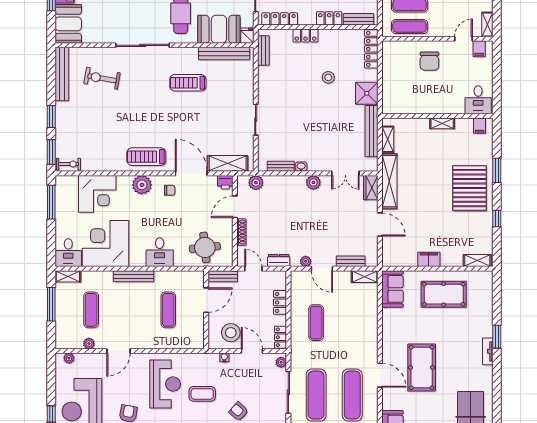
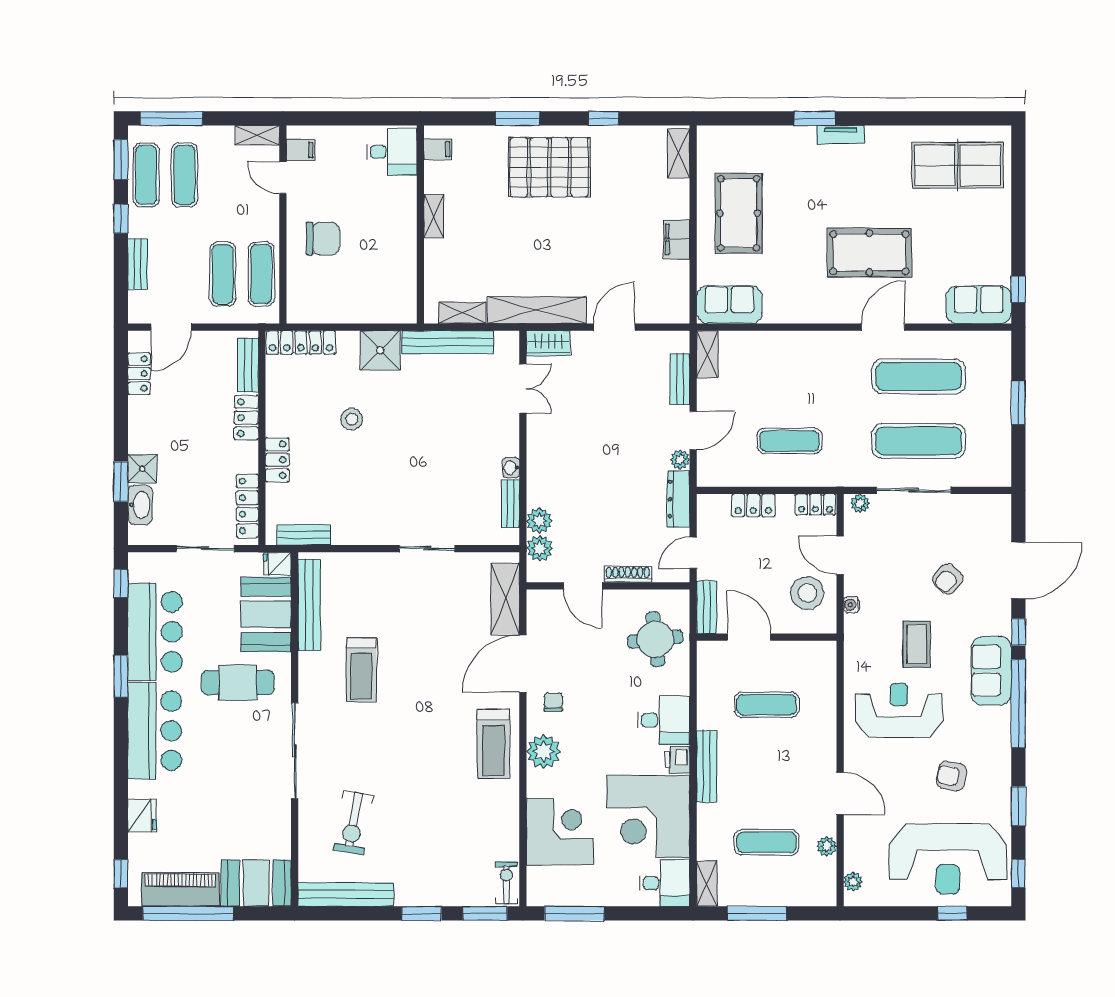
printer: (225, 182) -> (677, 760), moved, turned 180
plant: (313, 182) -> (539, 521), moved
dresser: (279, 261) -> (679, 499), width x1.44
door: (252, 351) -> (840, 555), hinge flipped

